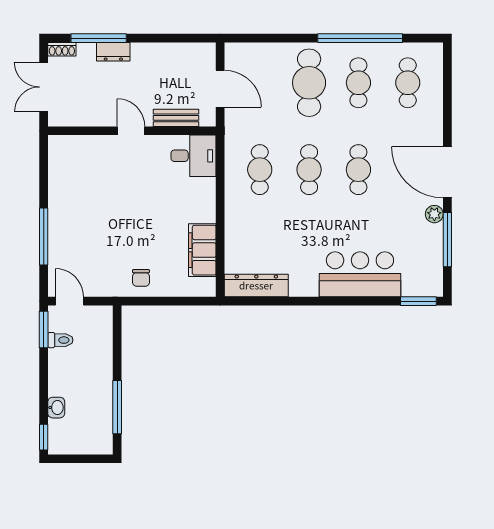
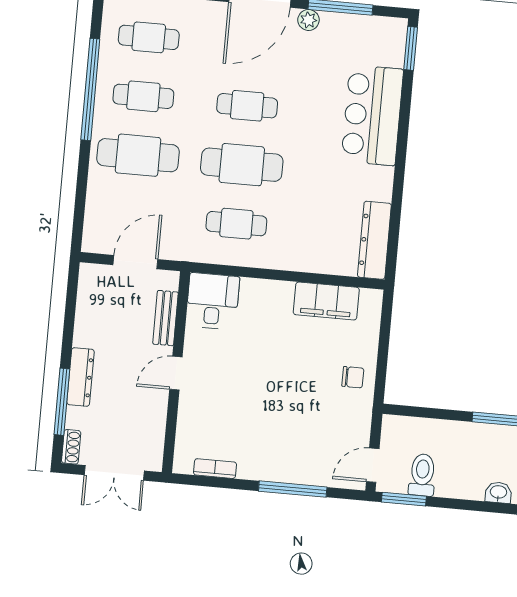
dresser: (113, 52) -> (81, 377), width x1.44
bookcase: (55, 170) -> (215, 469), added
cafe table: (309, 170) -> (242, 165), width x1.37, depth x1.35
toilet: (60, 340) -> (422, 475), width x1.37, depth x1.39

